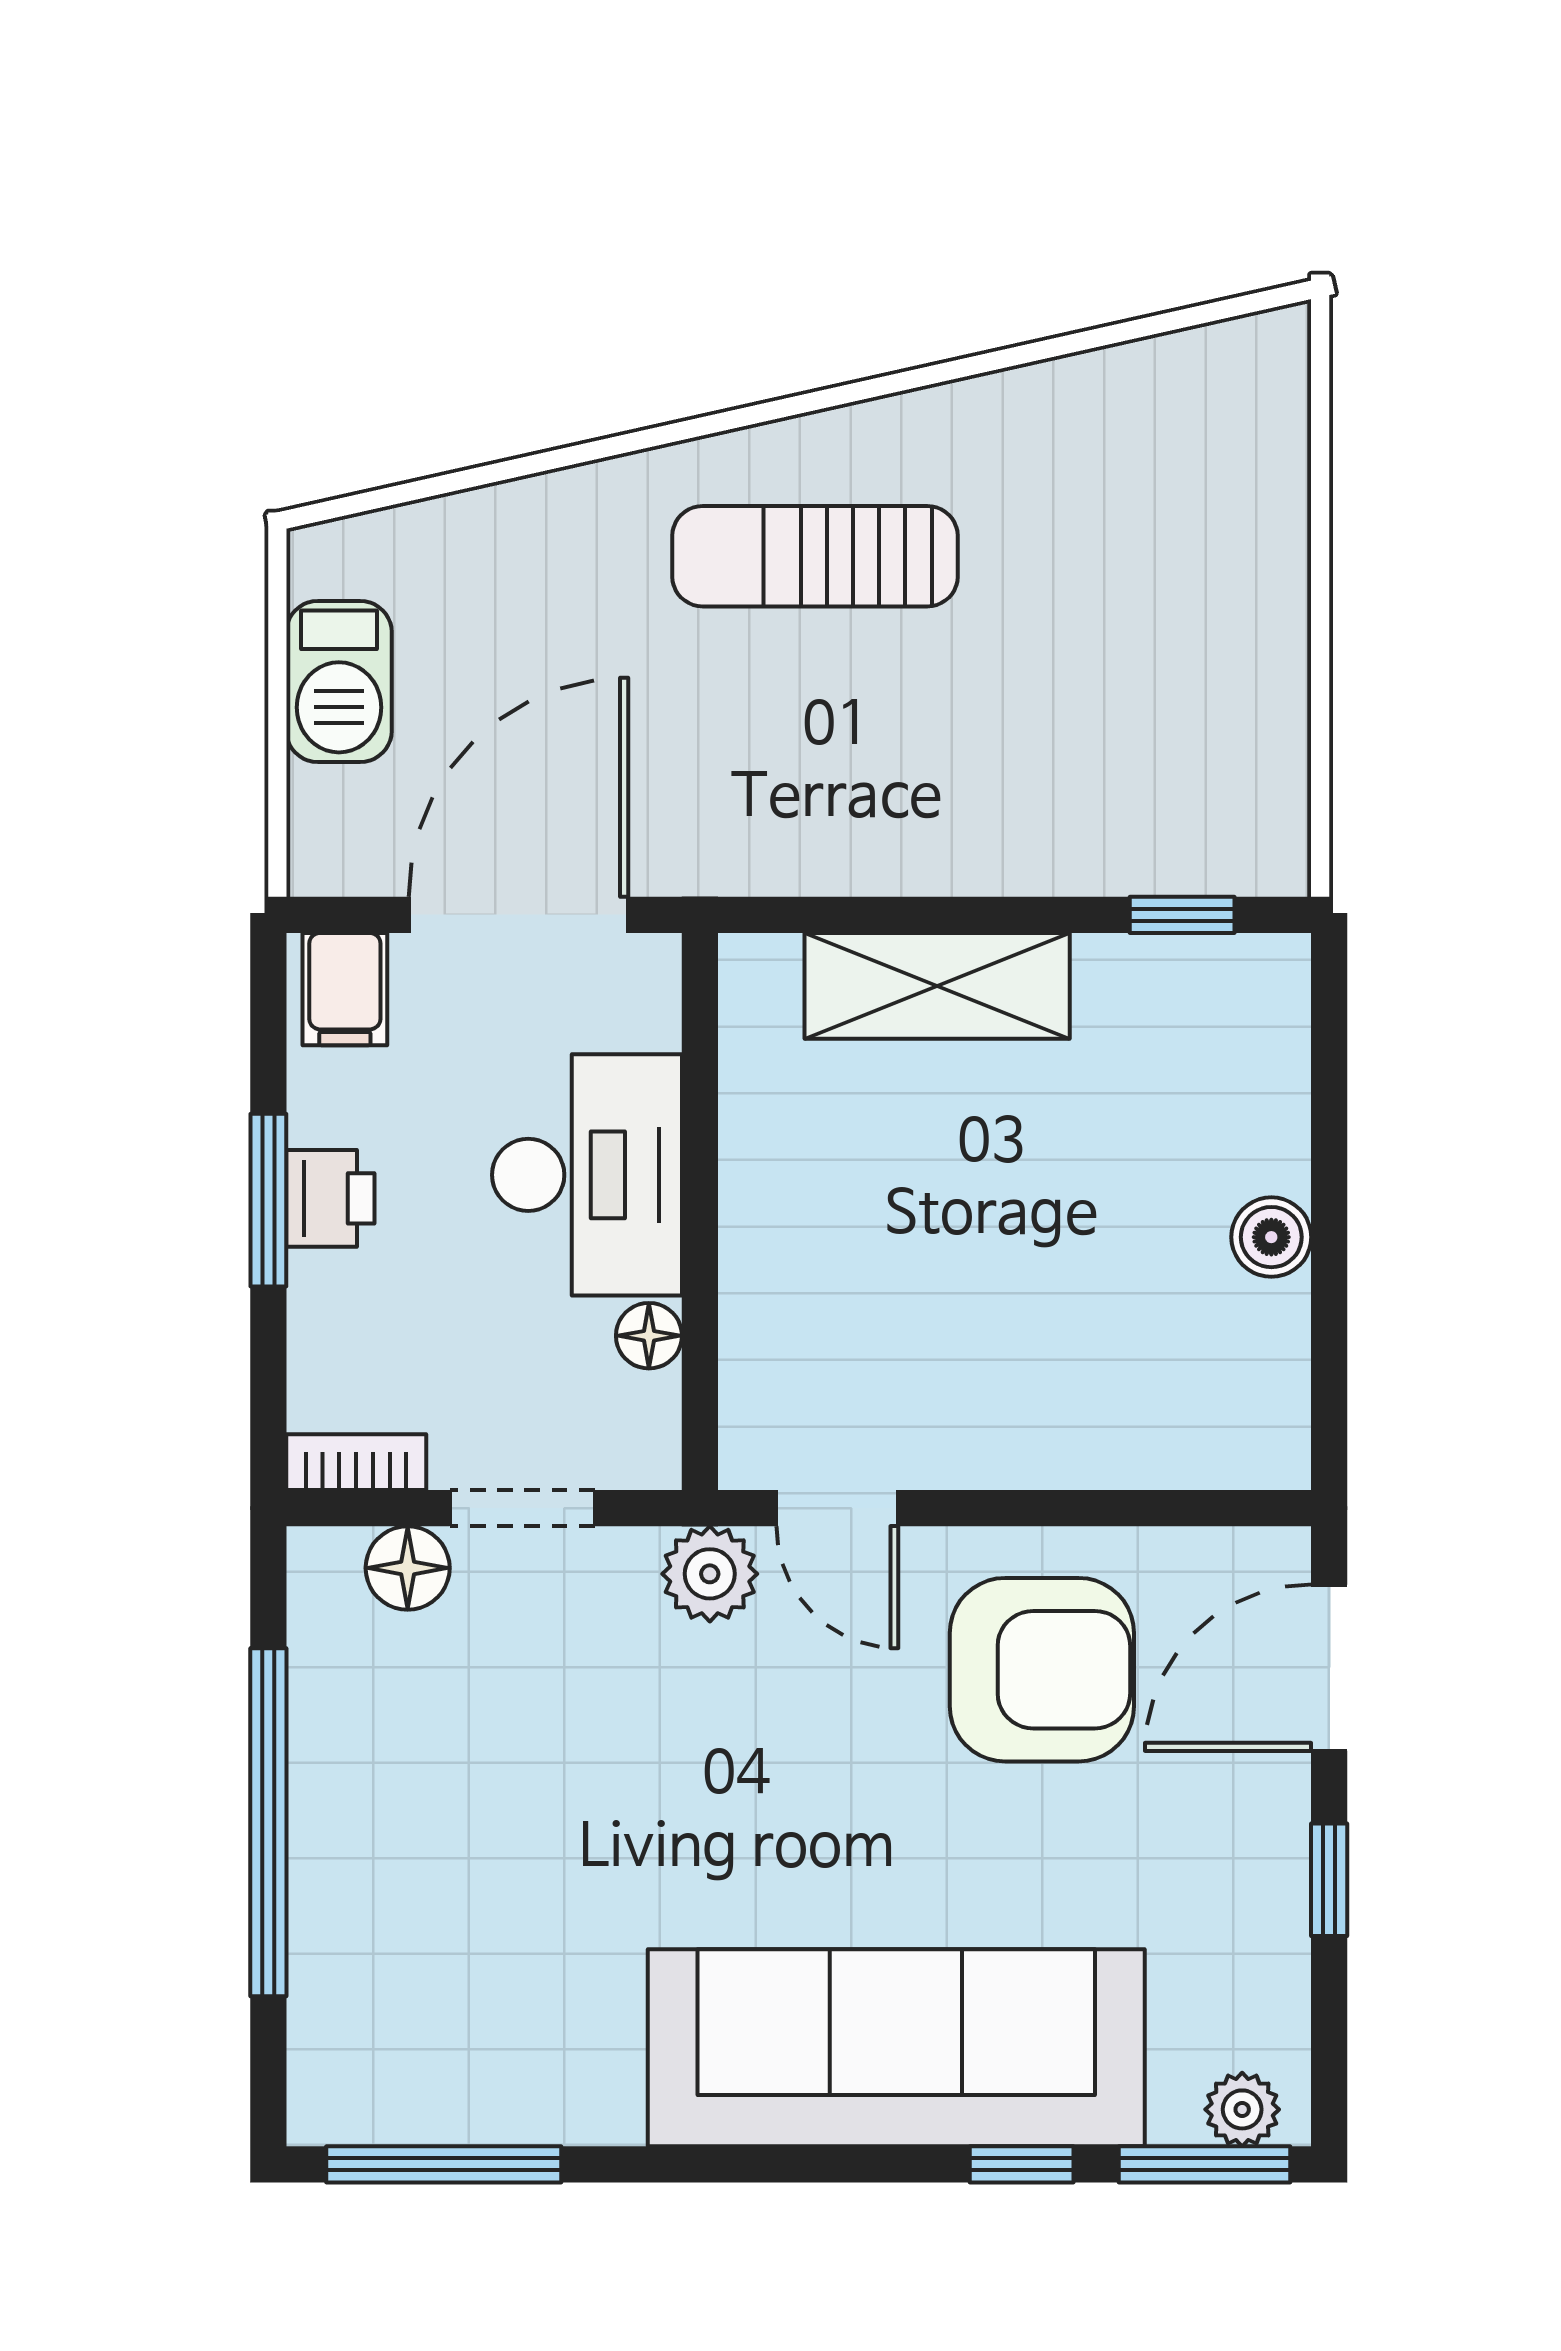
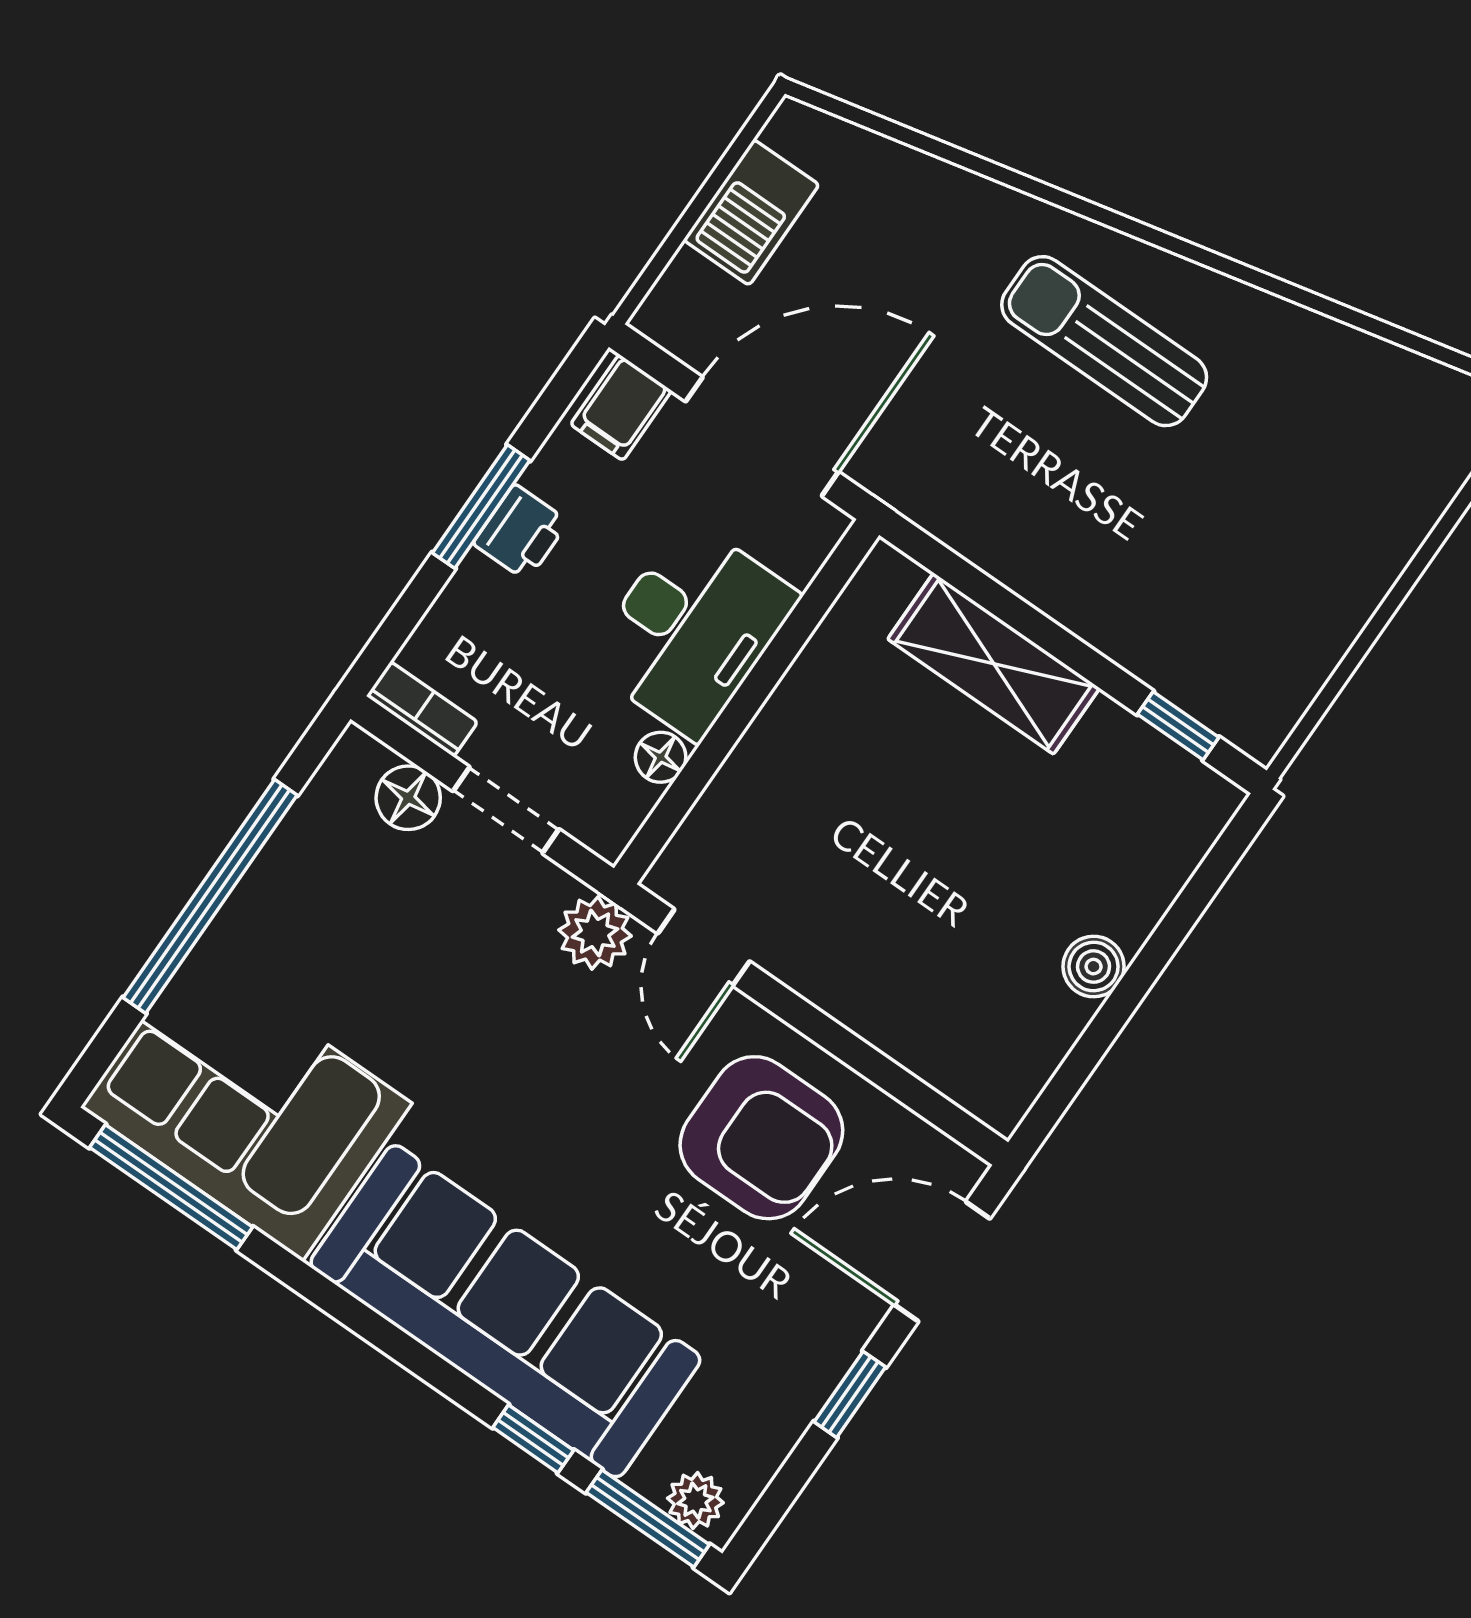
corner sofa: (463, 2020) -> (246, 1105), added

